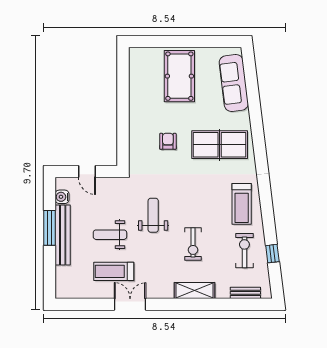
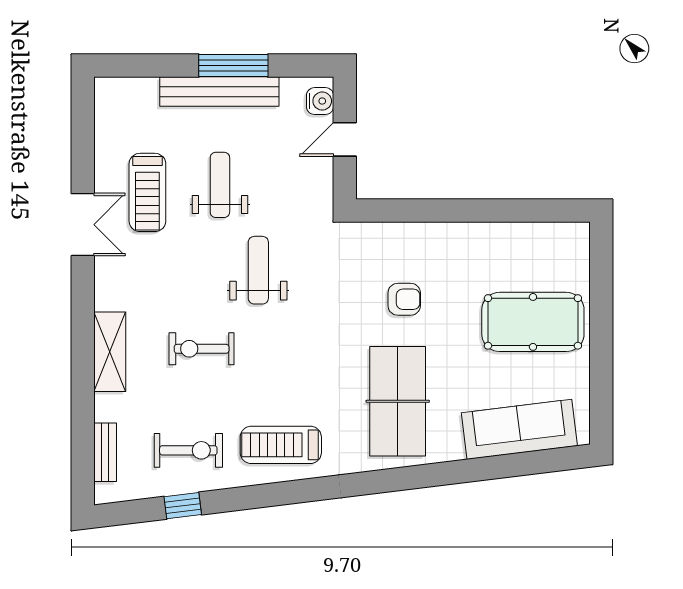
water cooler: (62, 197) -> (320, 101), moved, turned 90
weight bench: (153, 215) -> (258, 270), turned -90
treadmill: (114, 271) -> (147, 192), turned 180

